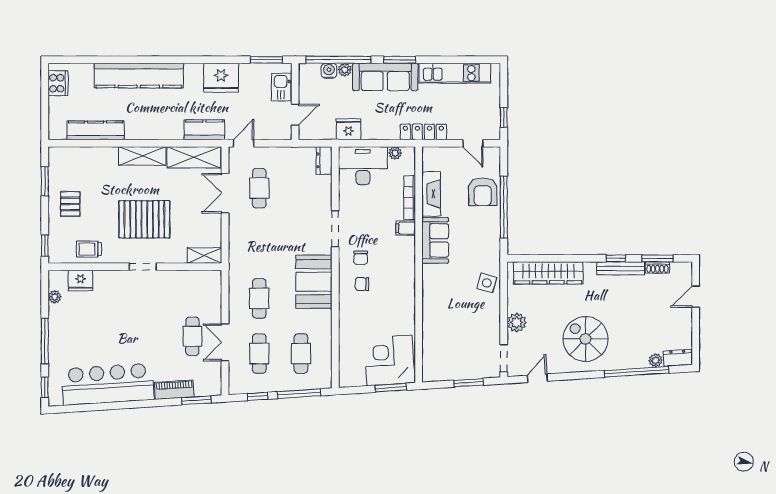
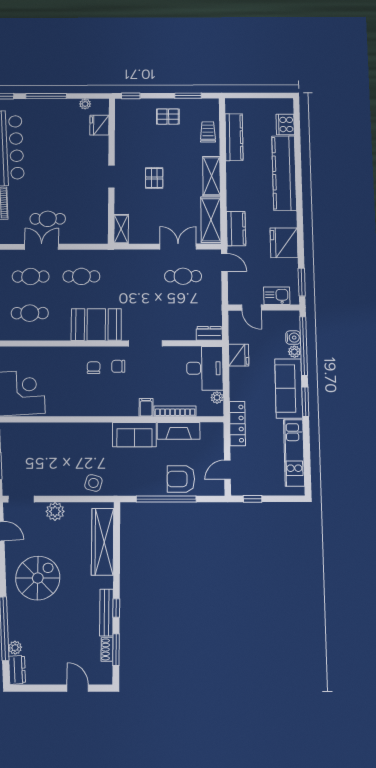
cooker: (58, 83) -> (285, 124), moved, turned 90
pallet: (144, 219) -> (154, 178), width x0.49, depth x0.50
trolley: (89, 249) -> (208, 132), moved

